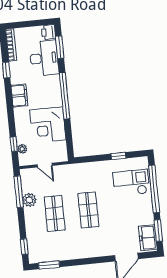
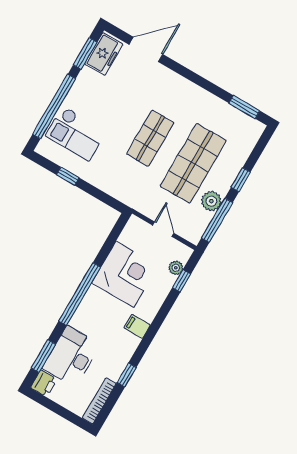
filing cabinet: (19, 96) -> (137, 326), width x0.50
shop shelf: (55, 213) -> (193, 163), width x1.43, depth x1.36
window: (24, 247) -> (241, 180), moved

